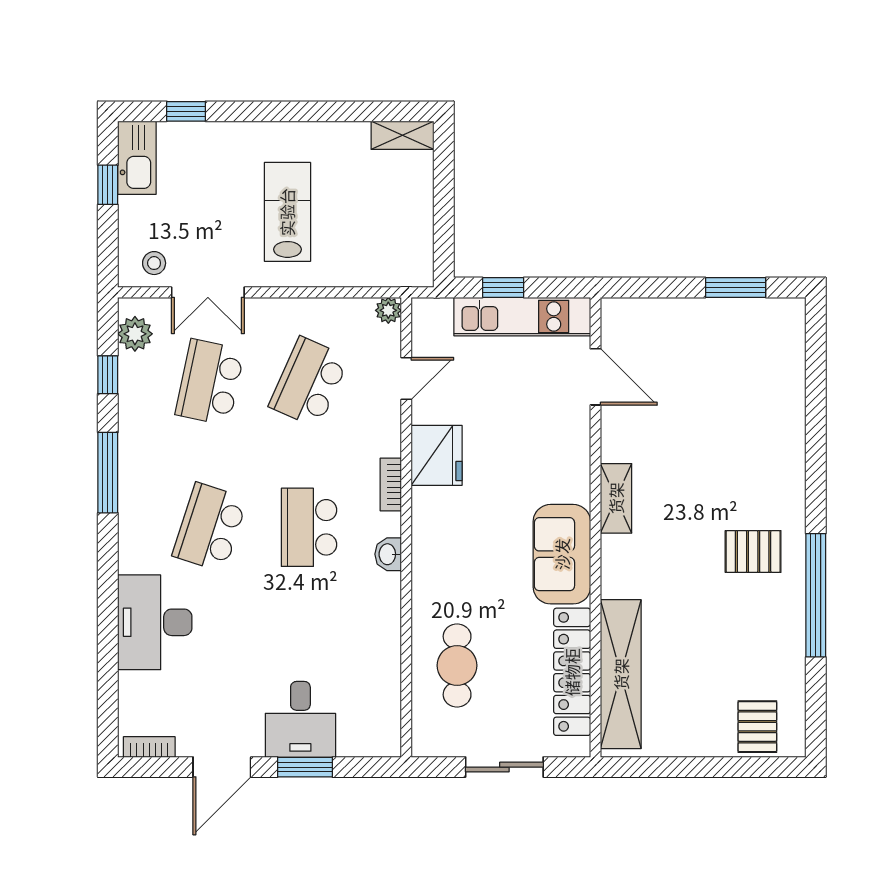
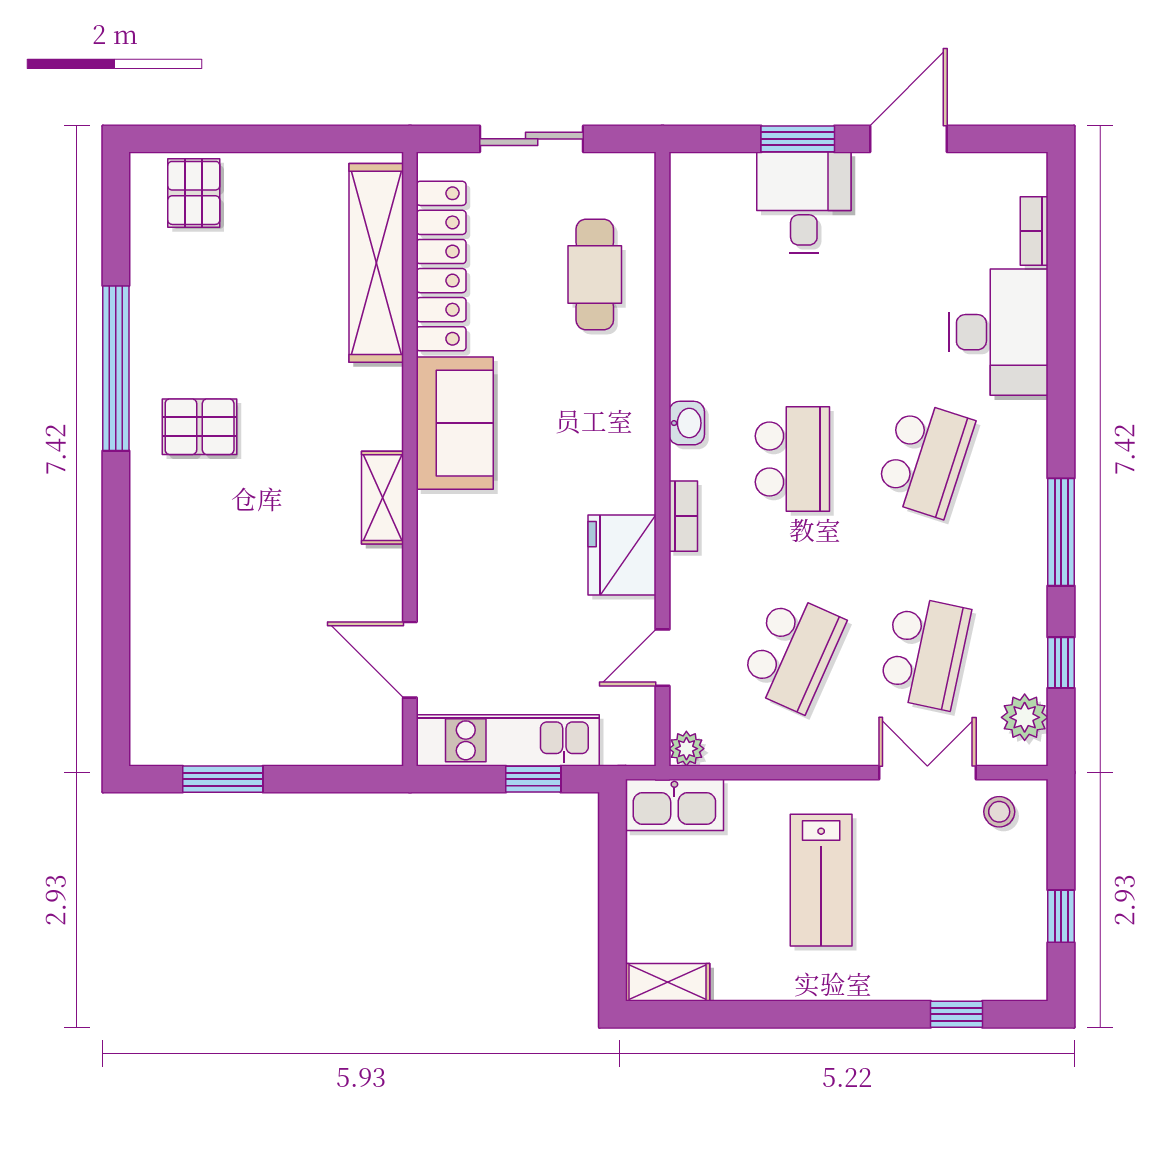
kitchen sink: (137, 158) -> (674, 805), moved, turned -90
bookcase: (149, 747) -> (1034, 231), moved, turned 90

